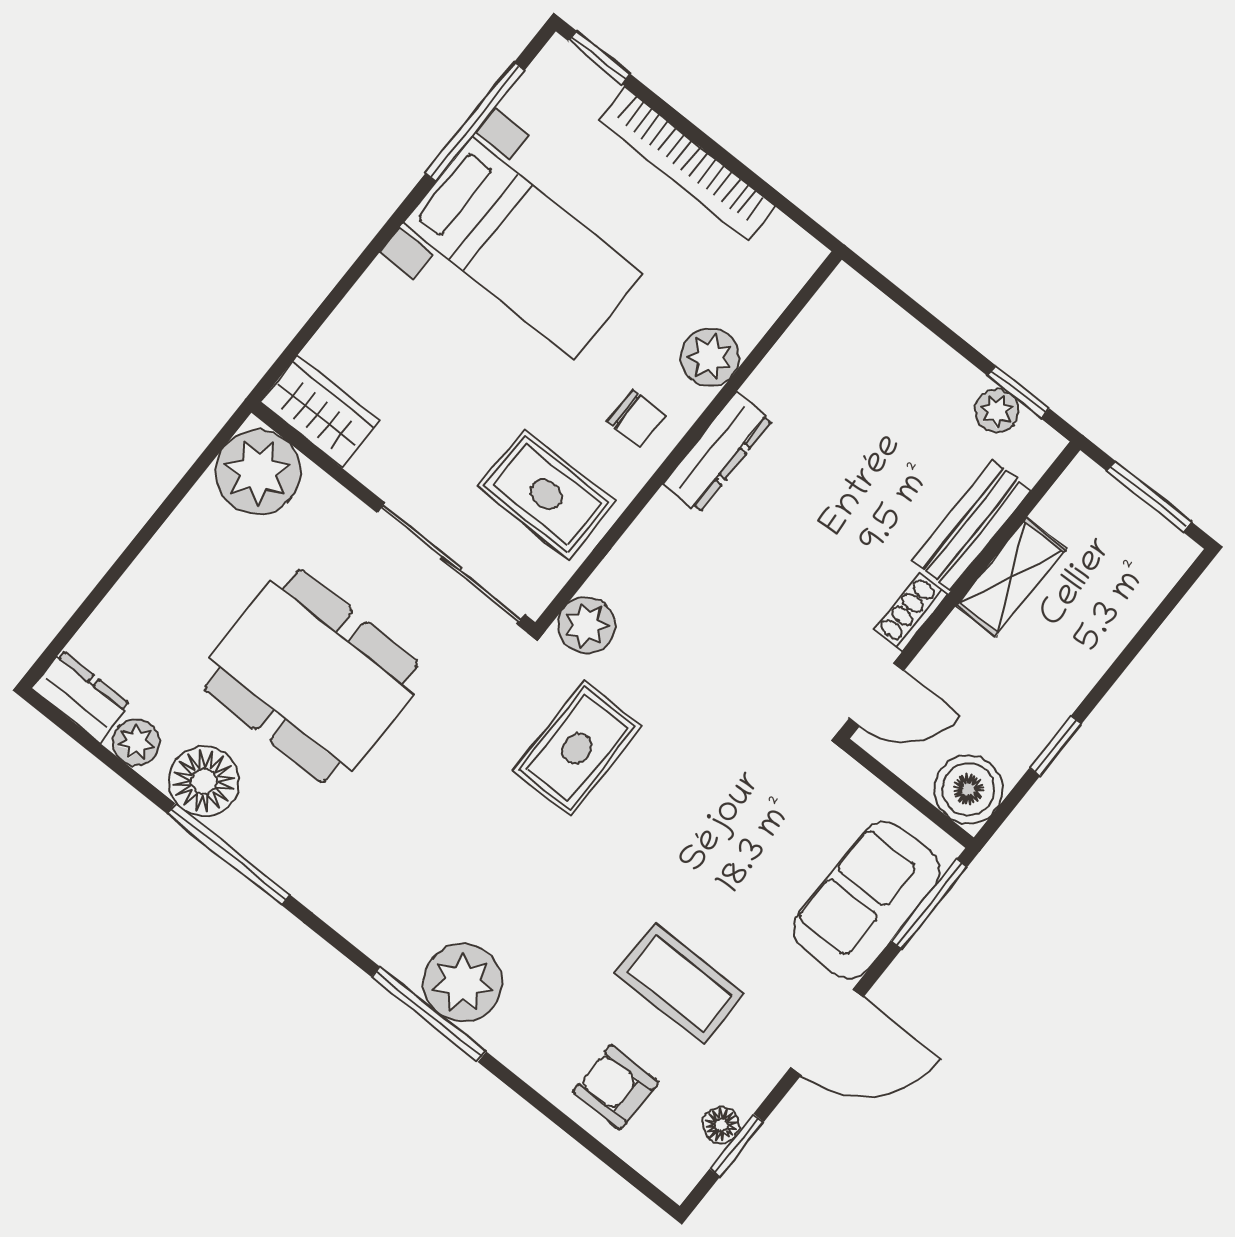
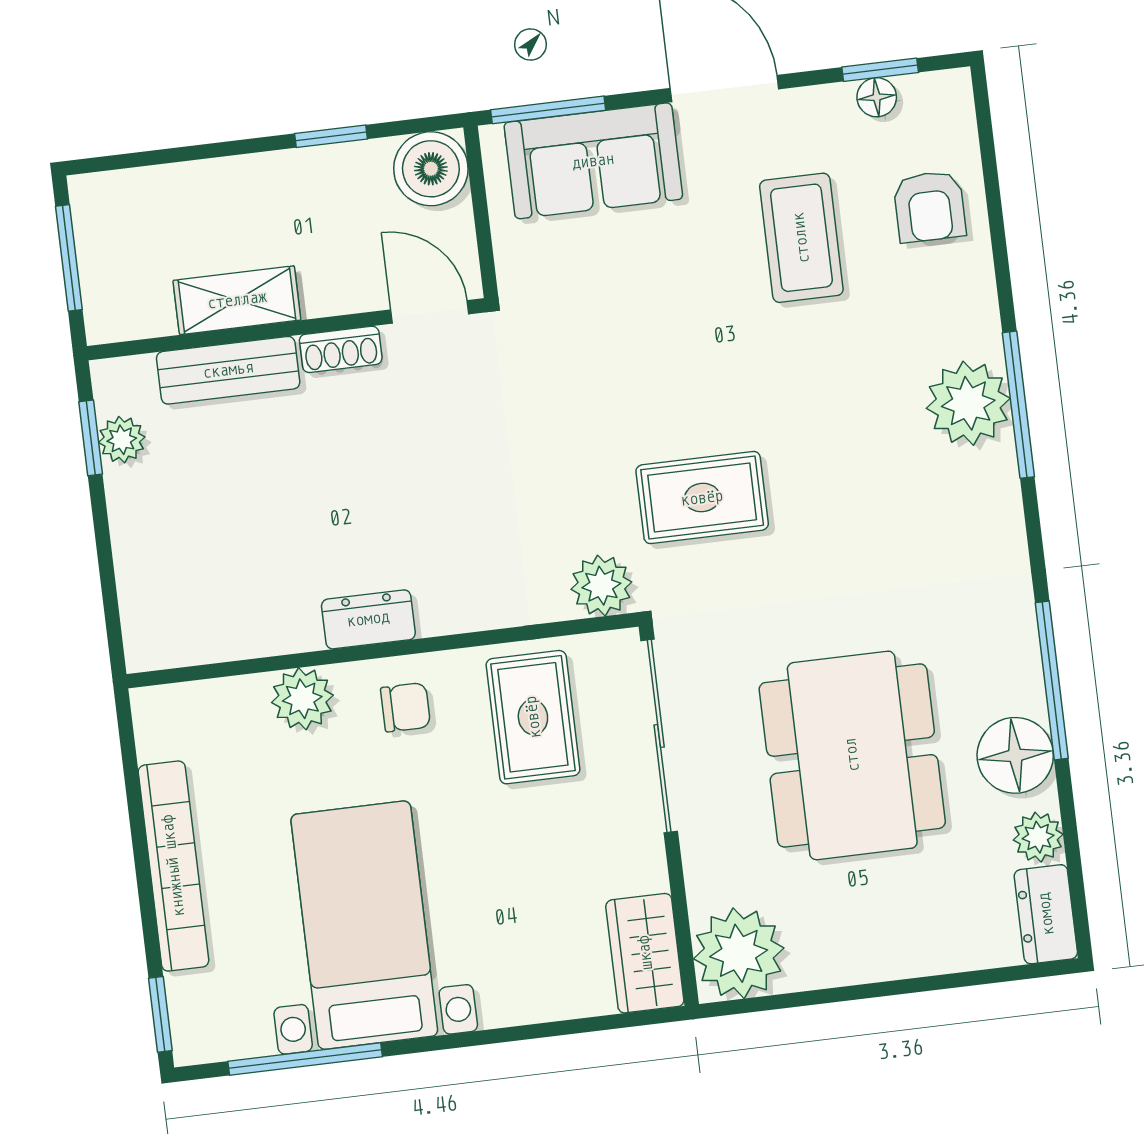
chair: (637, 418) -> (405, 707), turned 90
dresser: (718, 452) -> (368, 619), width x0.70

